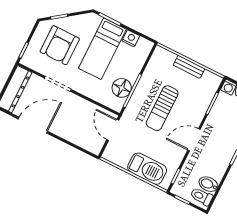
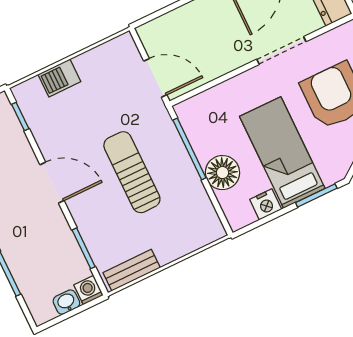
bench: (189, 67) -> (132, 270), moved
floor lamp: (122, 88) -> (222, 173), moved
door: (194, 140) -> (52, 183), hinge flipped
barbecue: (147, 169) -> (59, 78), width x0.53, depth x0.65

